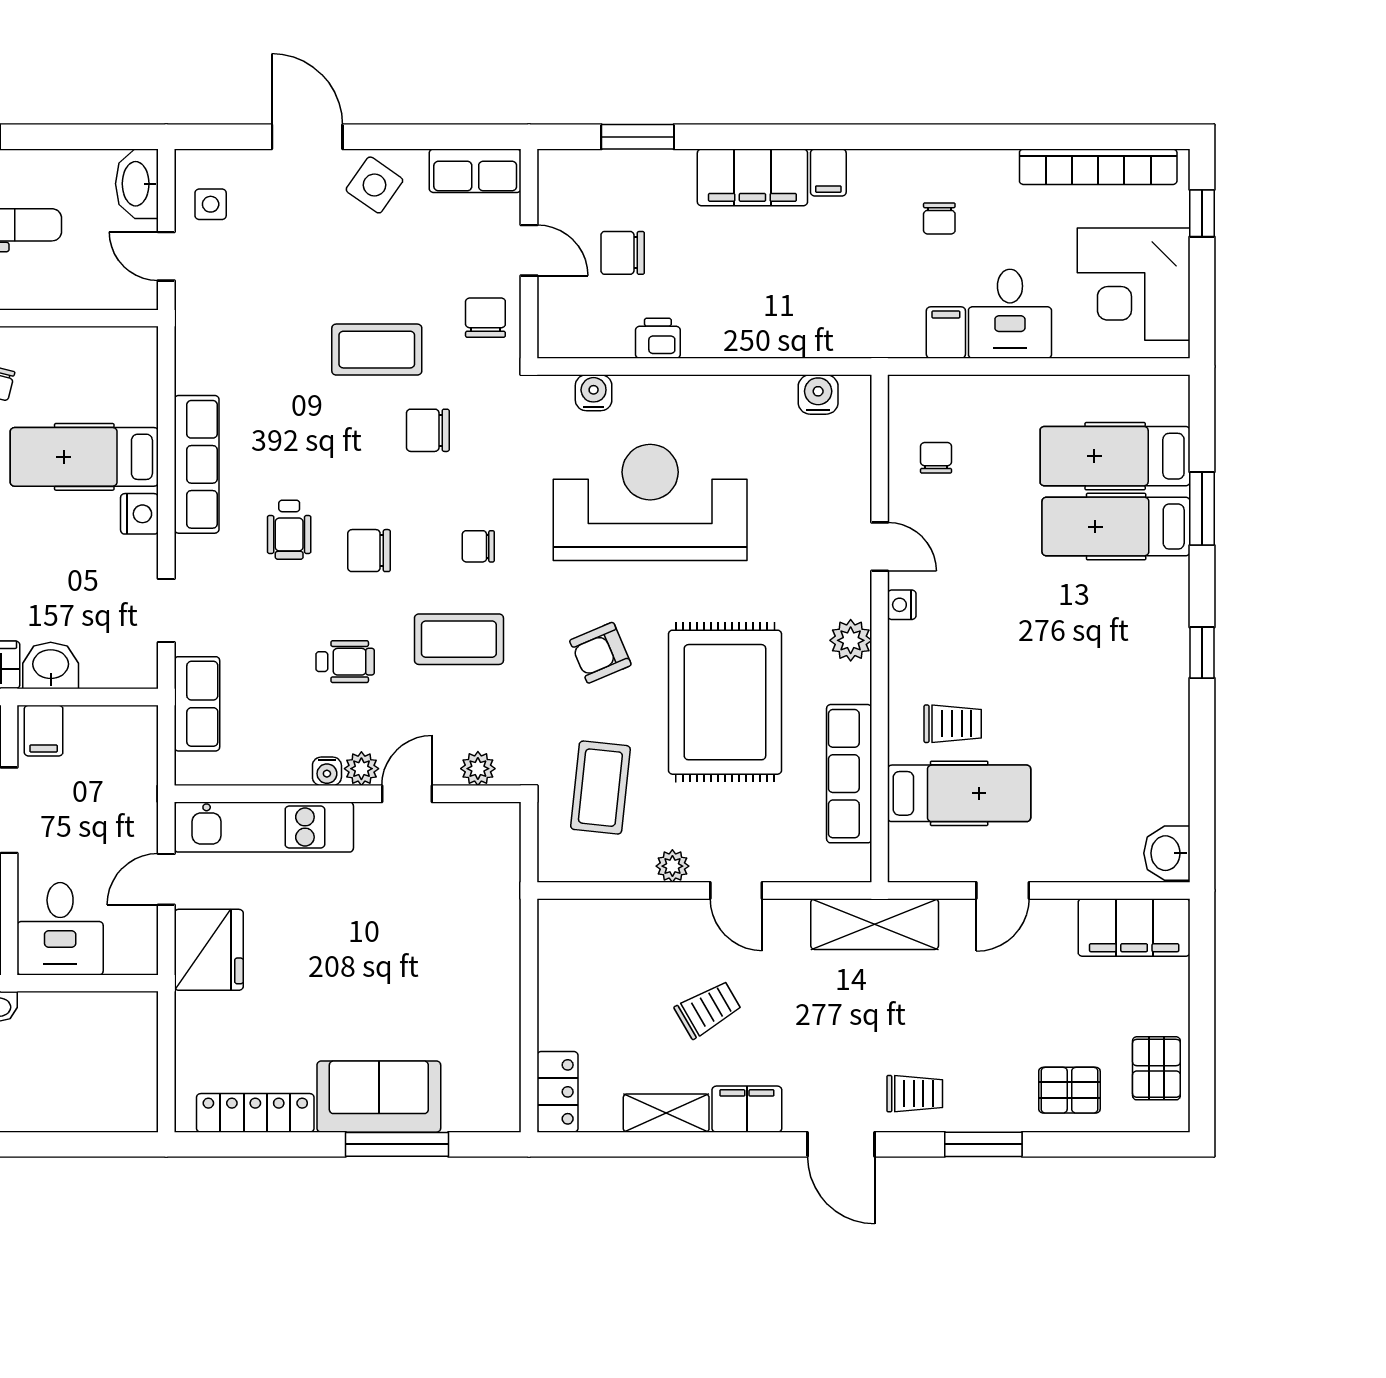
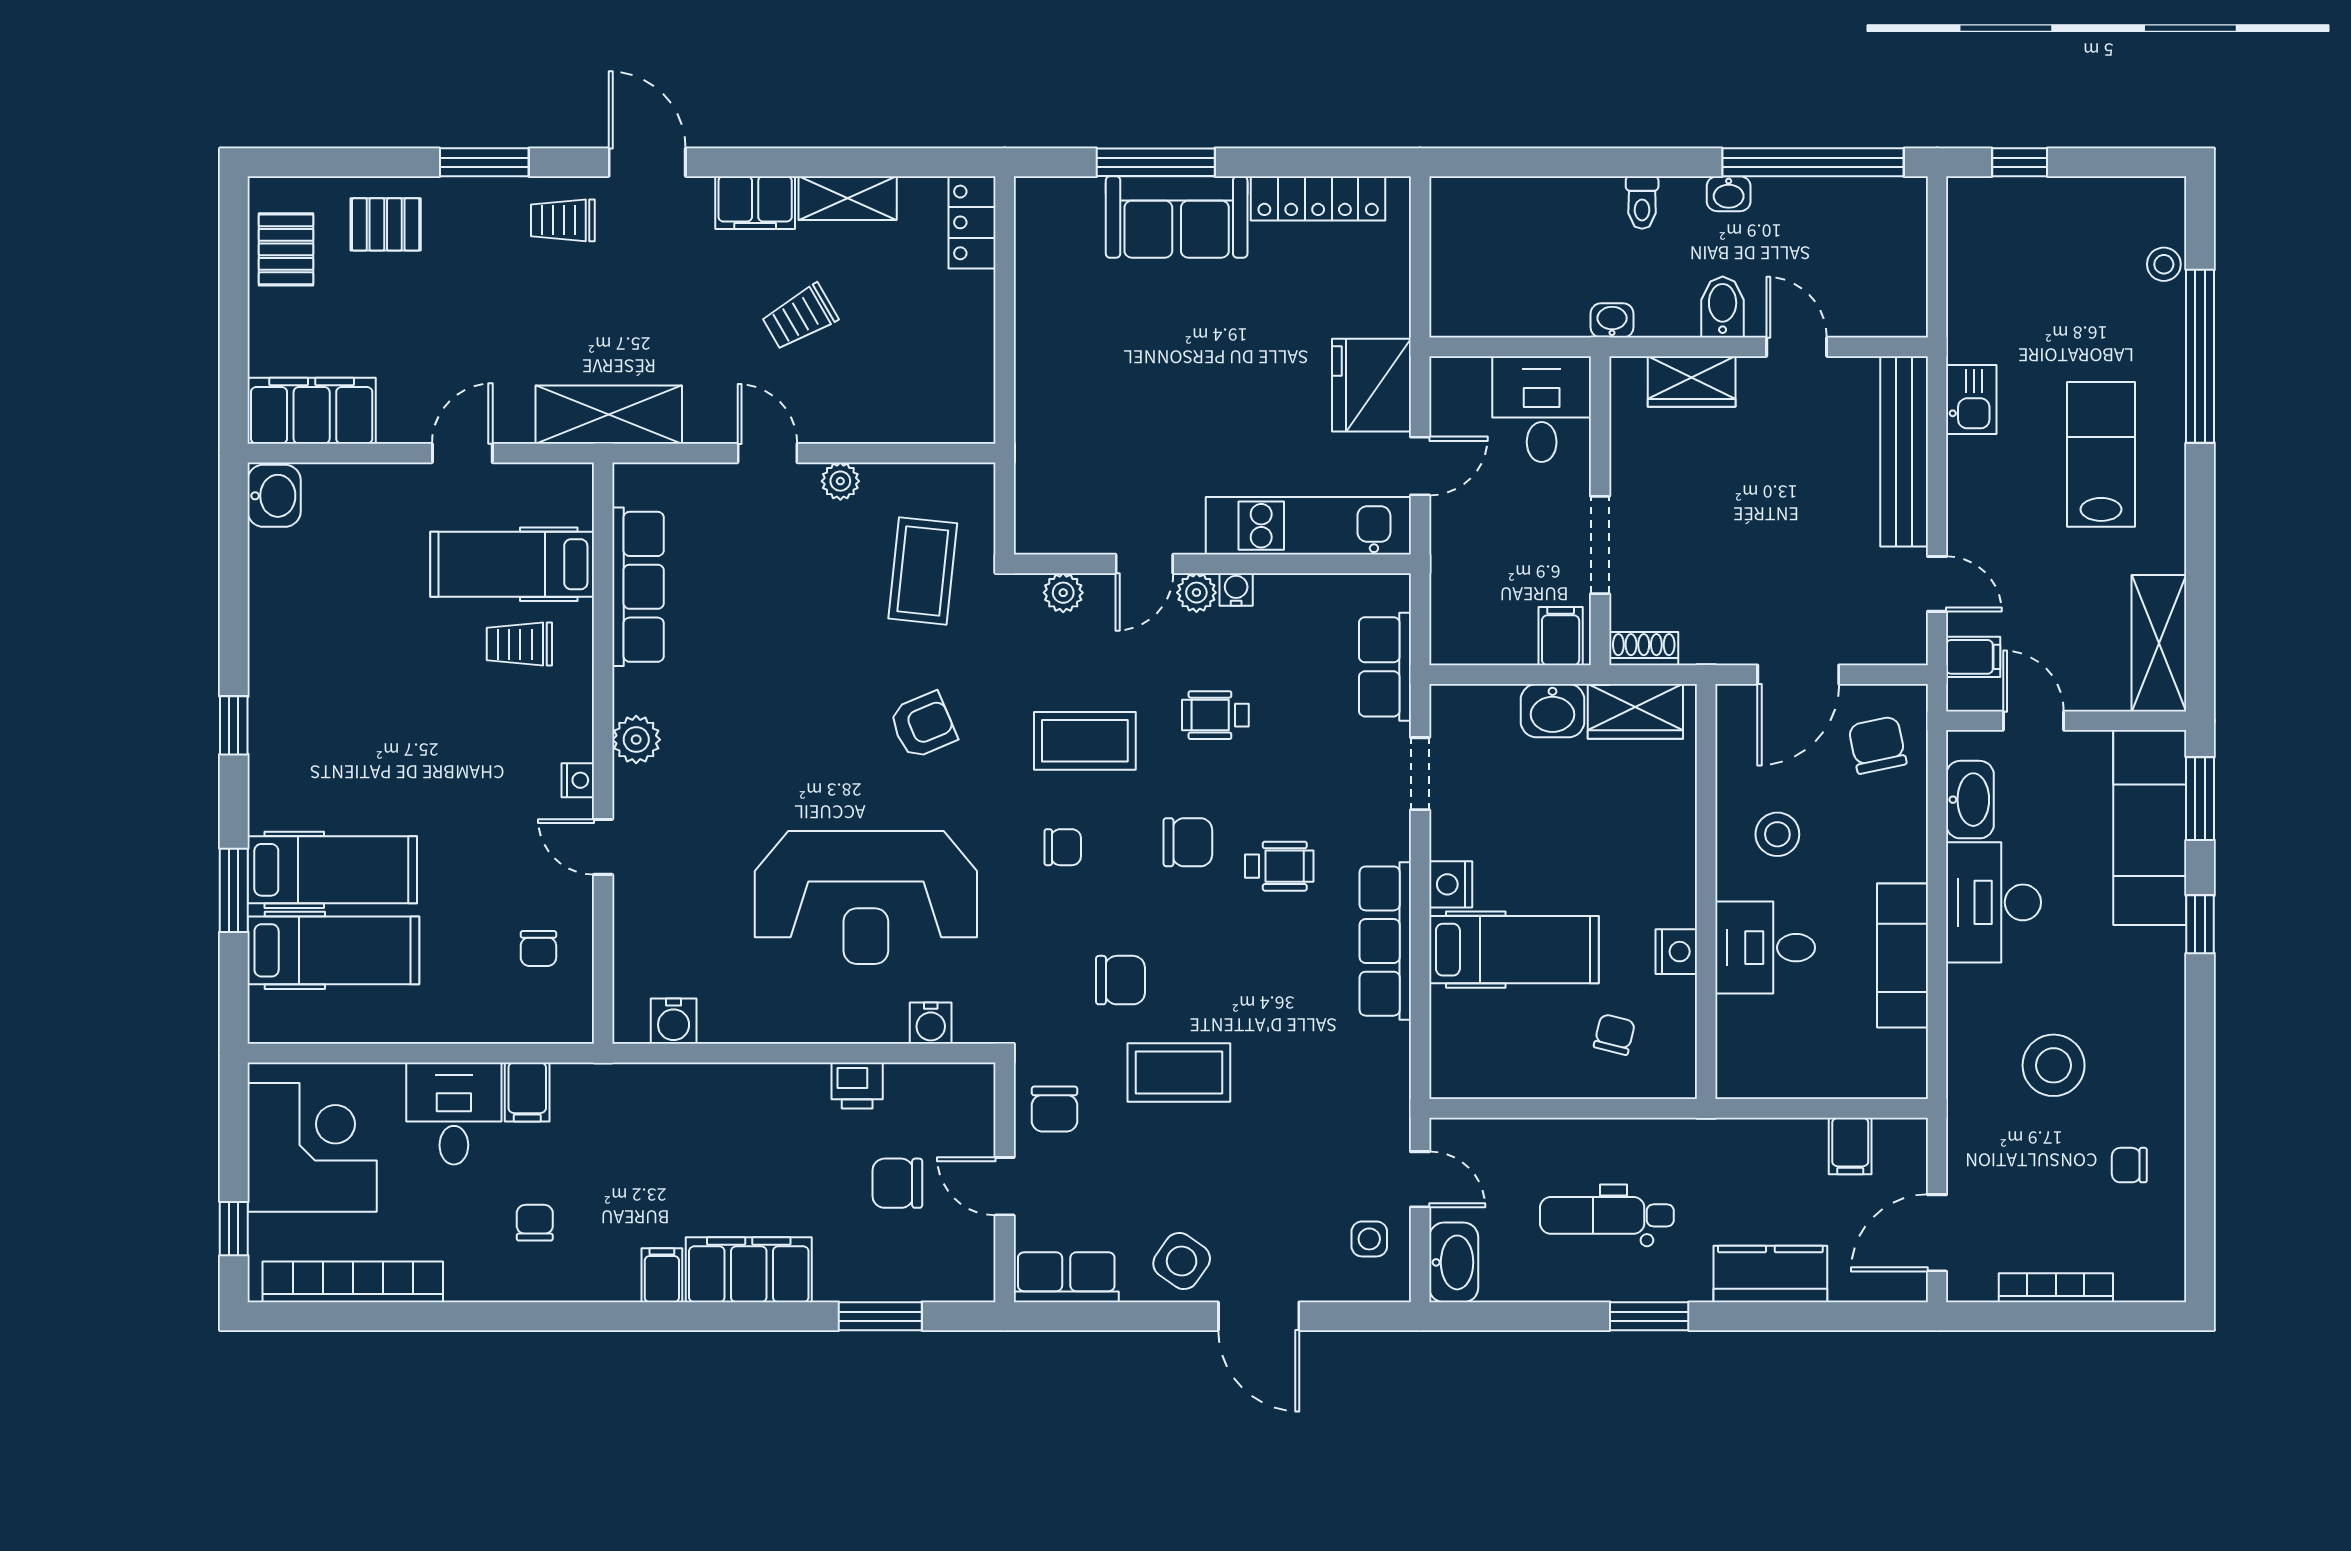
chair: (623, 253) -> (897, 1183), turned 180
wheelchair: (289, 530) -> (1279, 866), turned 90
rug: (725, 702) -> (780, 669), removed

